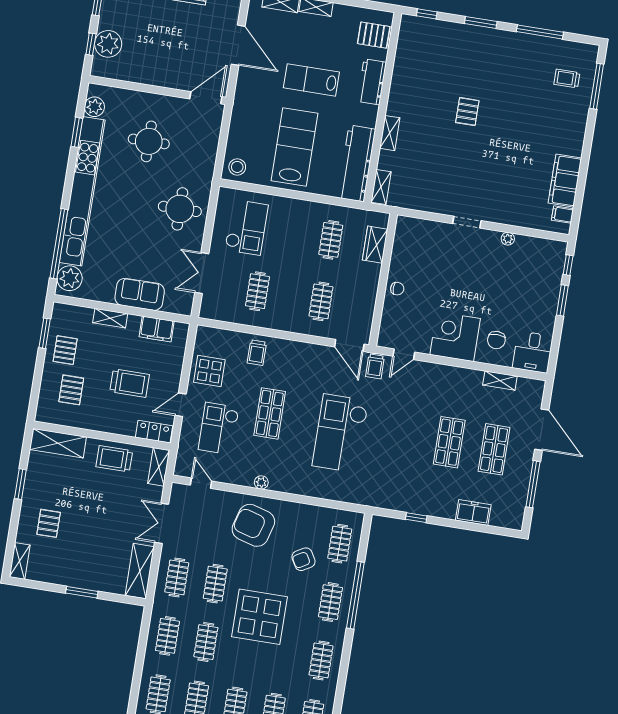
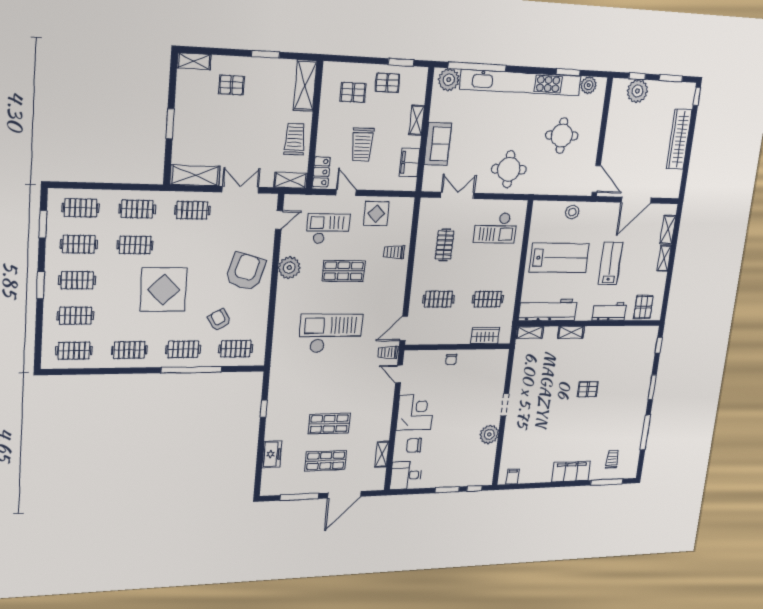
stool: (237, 167) -> (572, 212), moved
filing cabinet: (565, 181) -> (571, 471), moved
plant: (508, 239) -> (489, 434), width x1.88, depth x1.88
clothes rail: (258, 291) -> (444, 245), turned 90
plant: (261, 482) -> (289, 268), width x1.88, depth x1.88
clothes rail: (215, 584) -> (190, 246), removed

